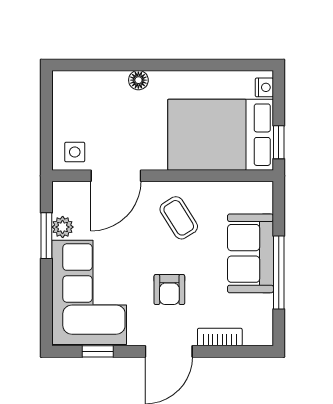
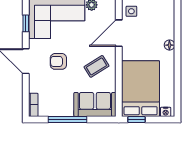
door: (116, 176) -> (119, 33), hinge flipped
sofa: (250, 253) -> (95, 104), moved
bookcase: (220, 337) -> (33, 105), moved

